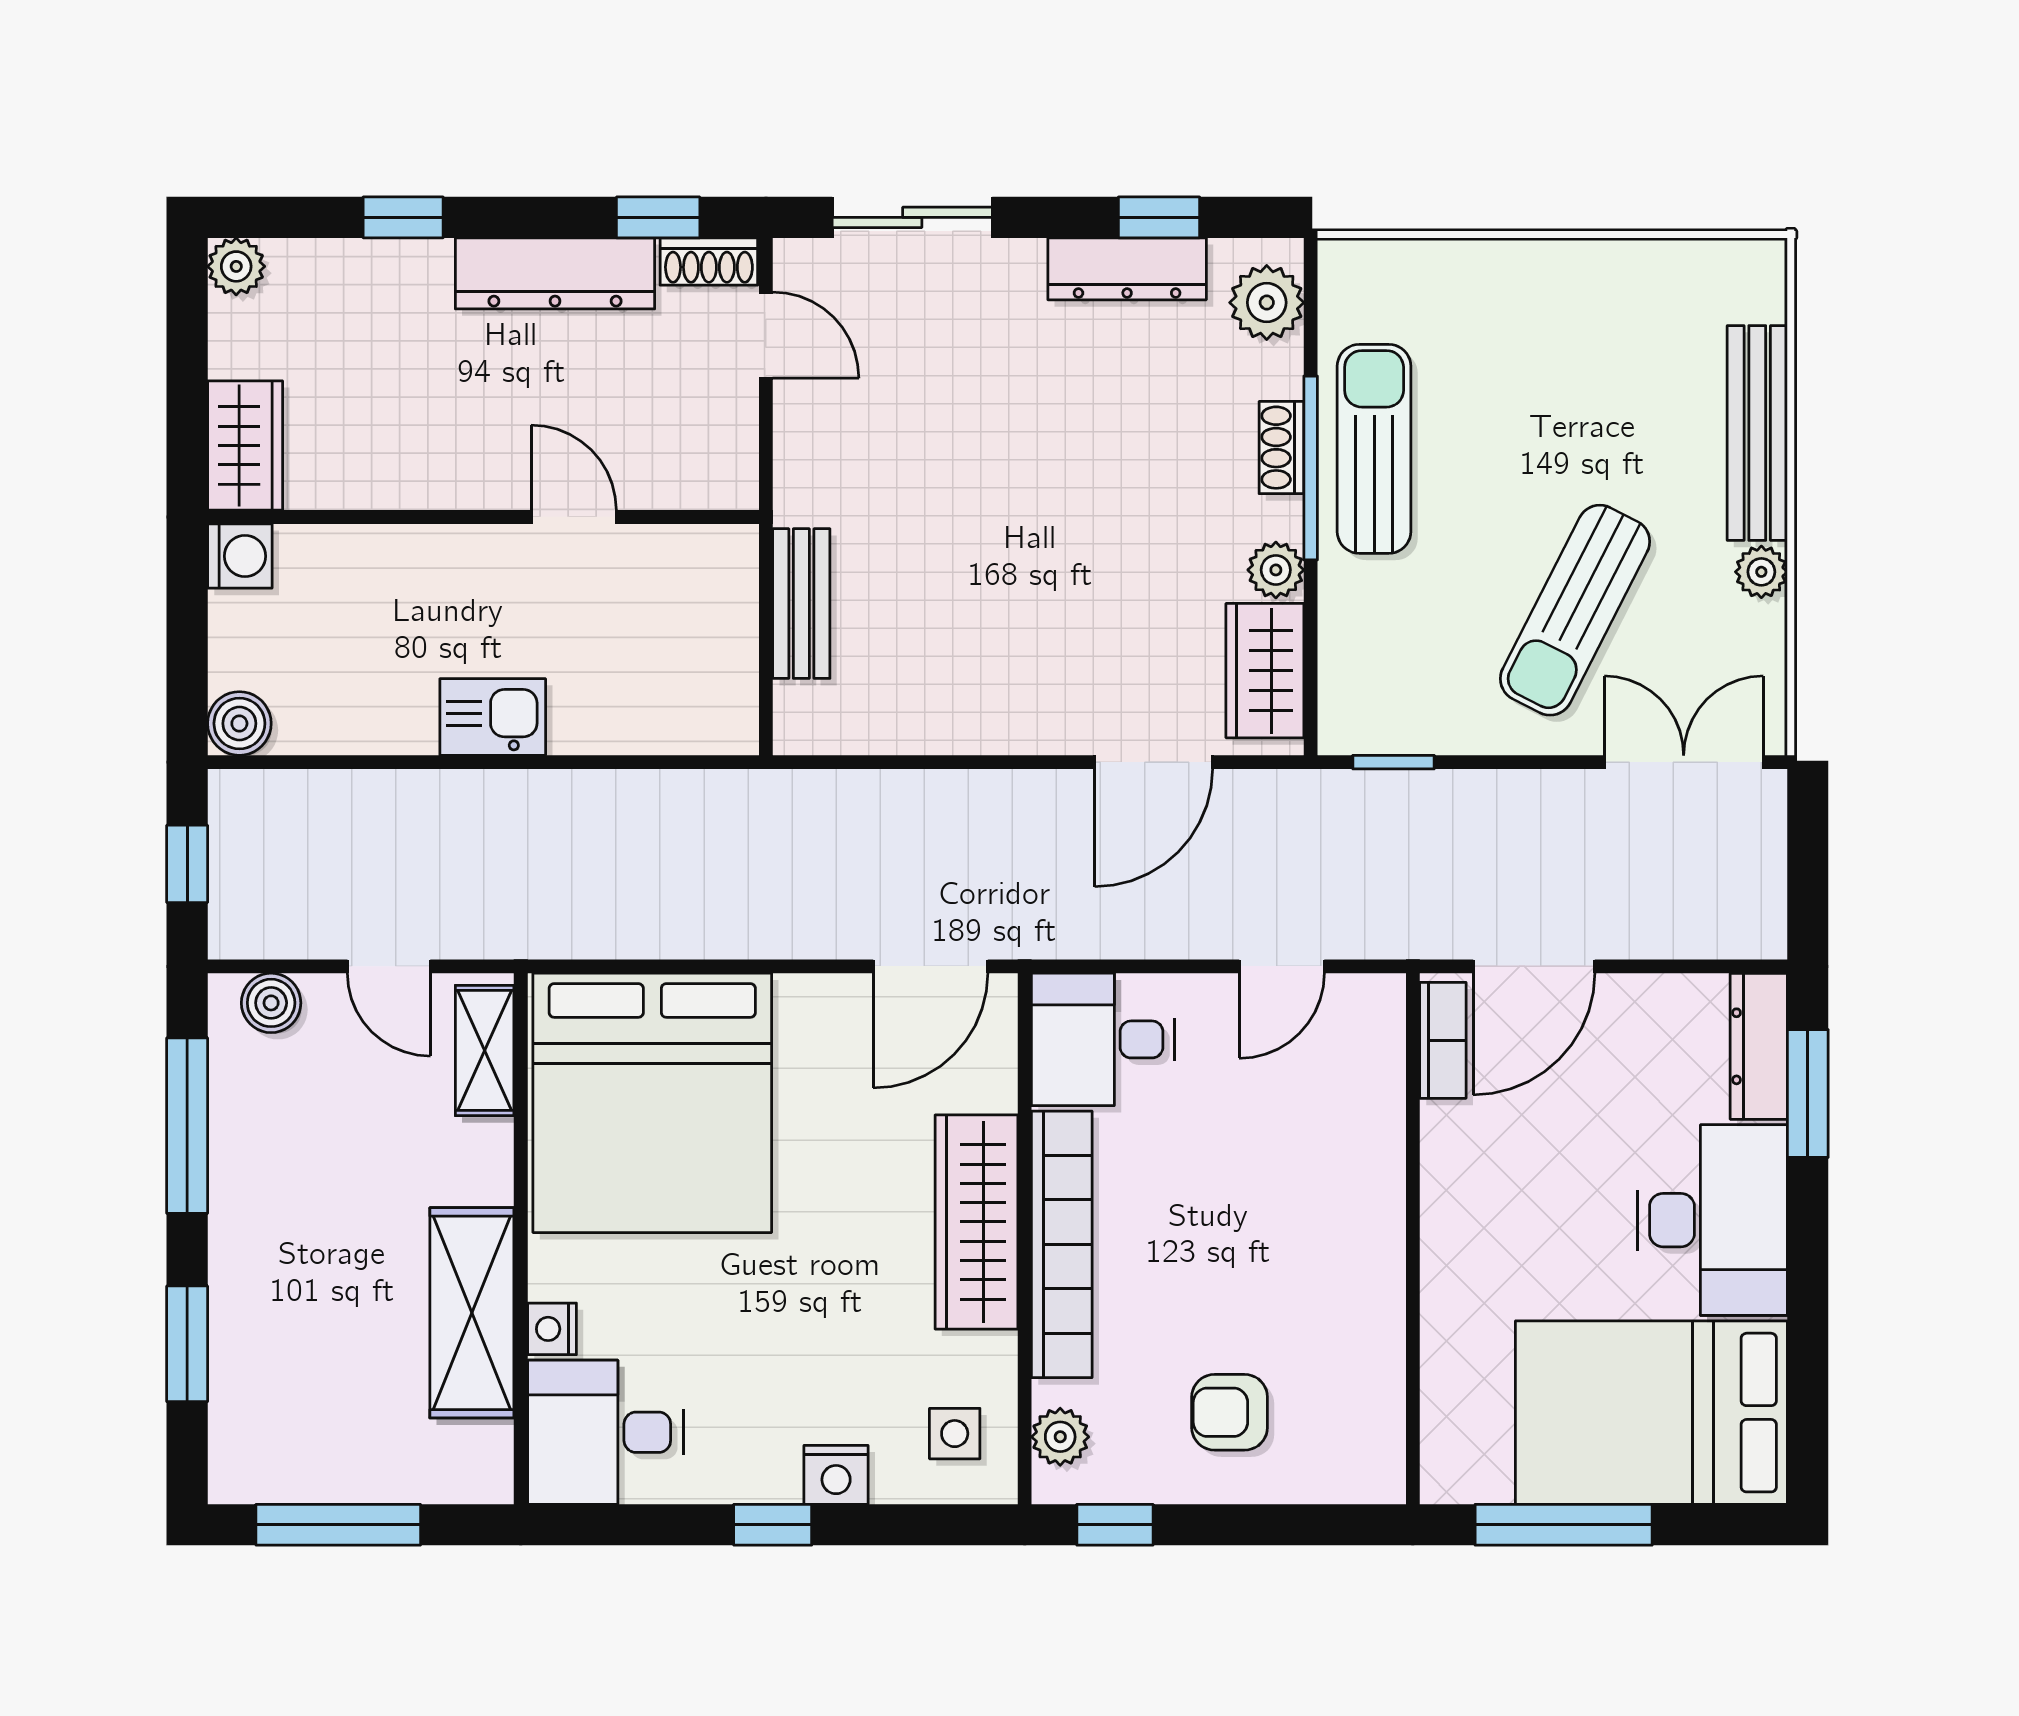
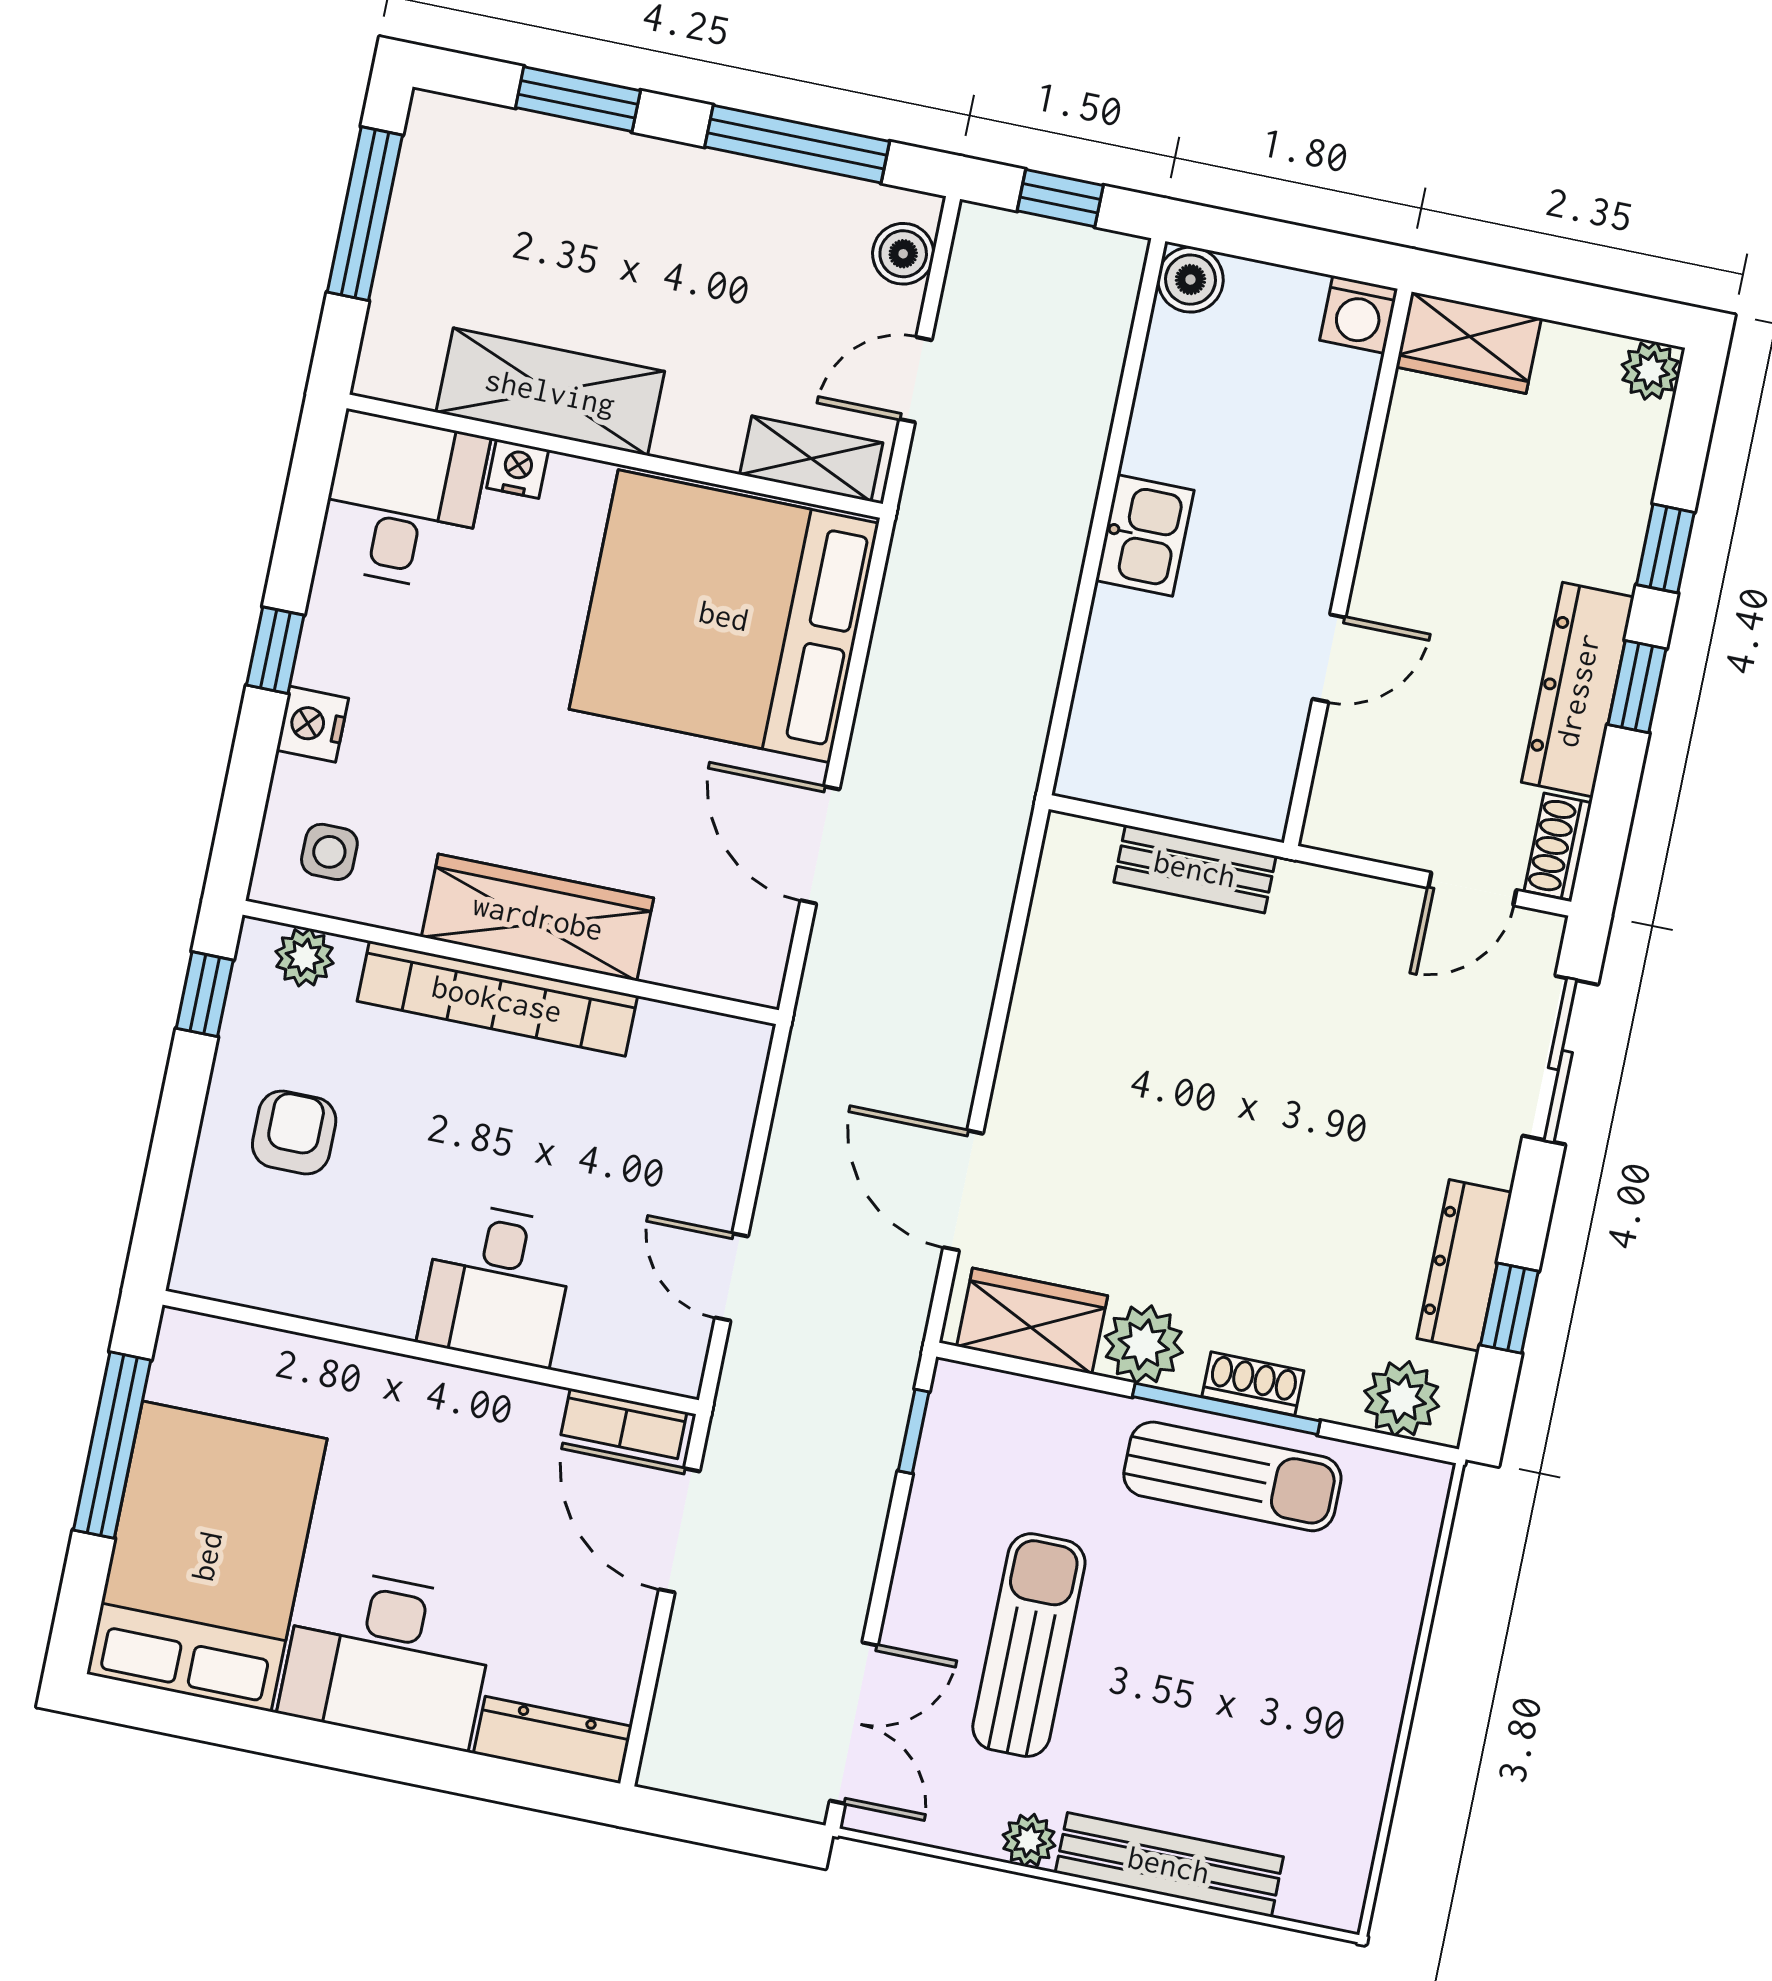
window: (658, 217) -> (1637, 687), moved
plant: (1276, 570) -> (1144, 1344), width x1.38, depth x1.38
sun lounger: (1575, 610) -> (1029, 1645), turned 63
door: (930, 966) -> (820, 845), moved
desk: (1103, 1039) -> (497, 1284), moved, turned 180
window: (1808, 1093) -> (495, 1779), removed

